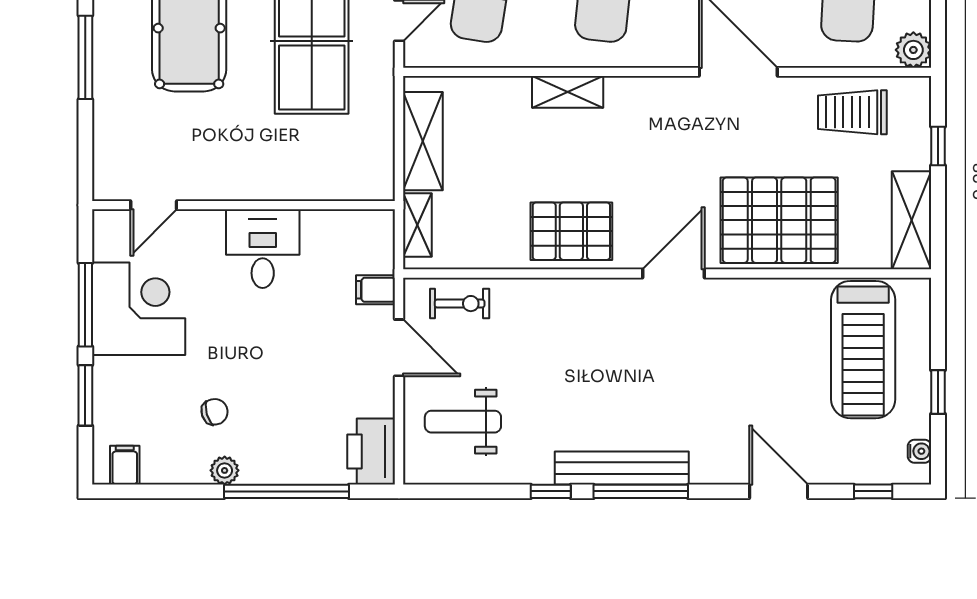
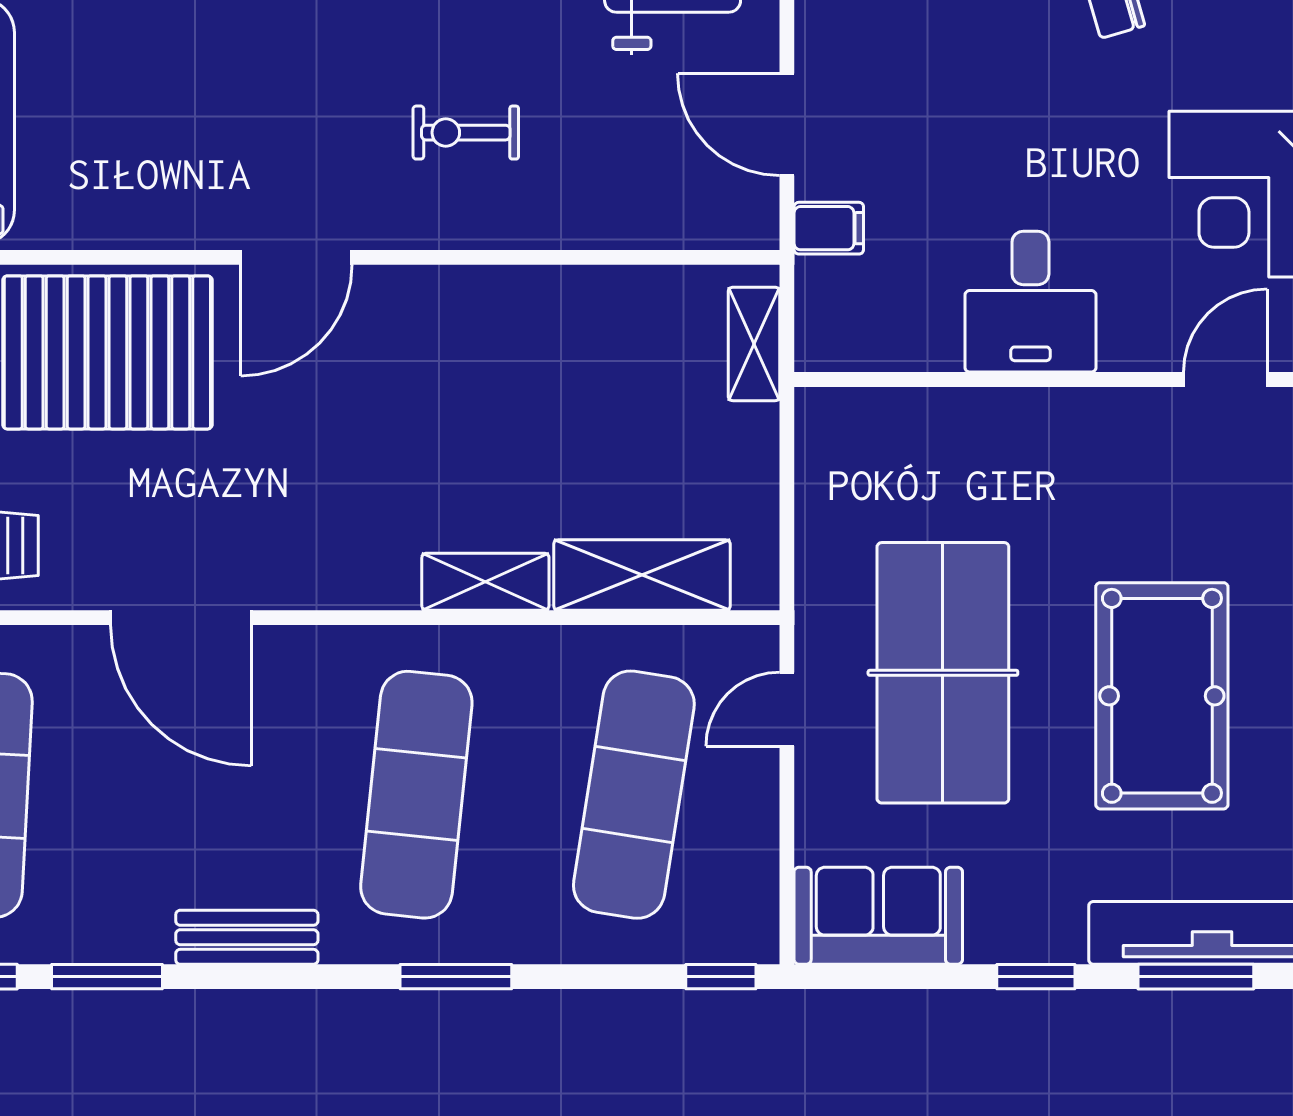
shelving: (423, 141) -> (642, 575), moved, turned 90
pallet: (571, 231) -> (479, 333), removed
exercise bike: (460, 304) -> (466, 133), moved

